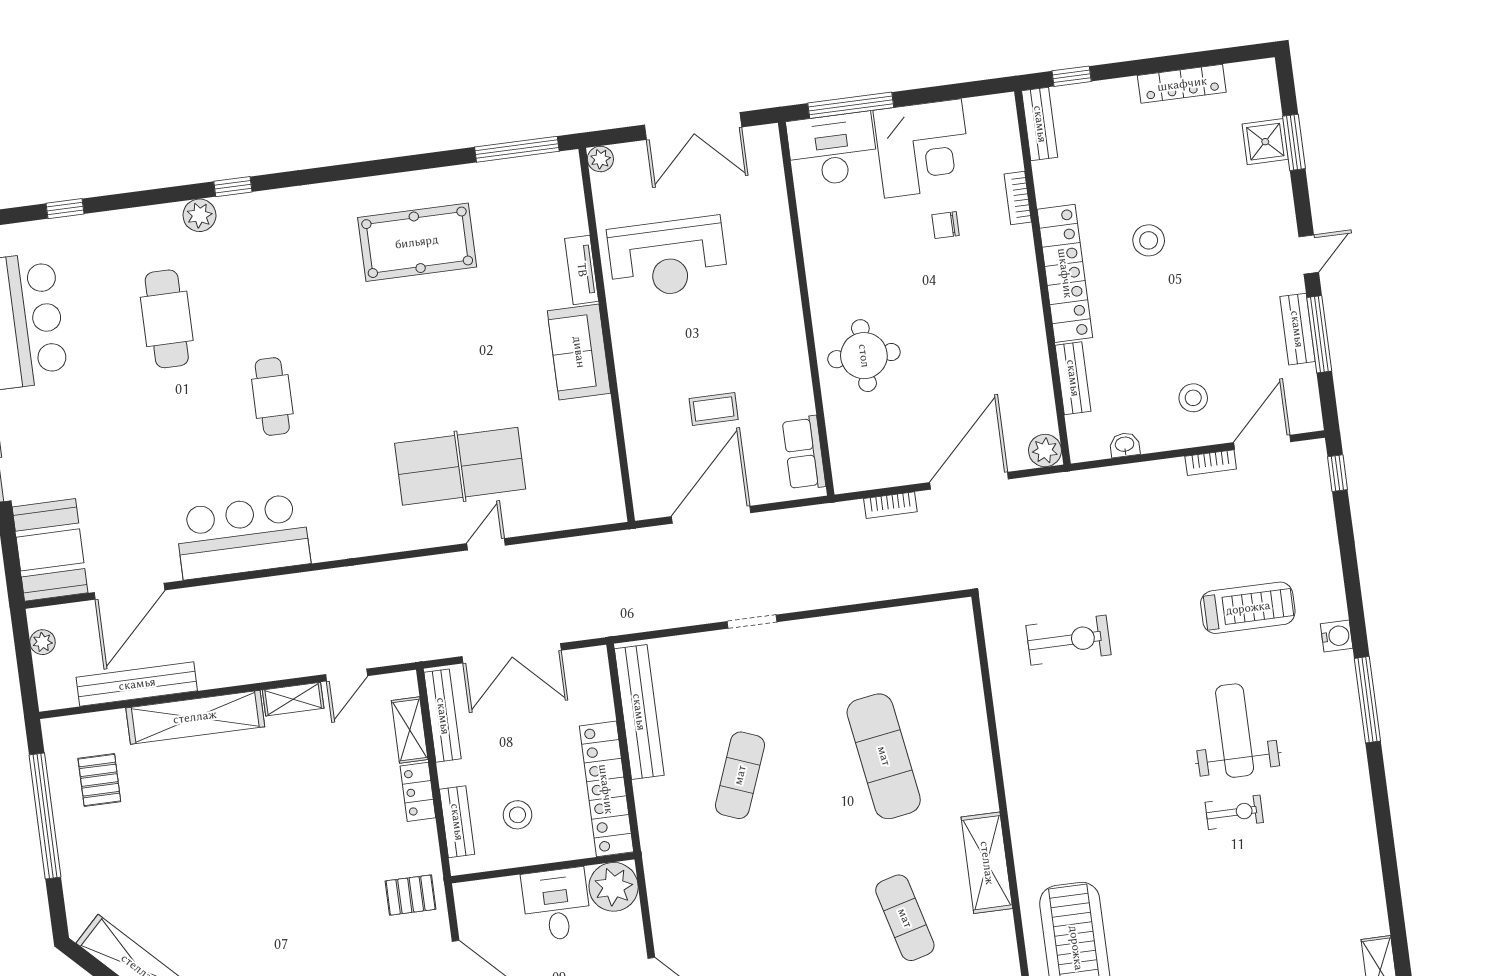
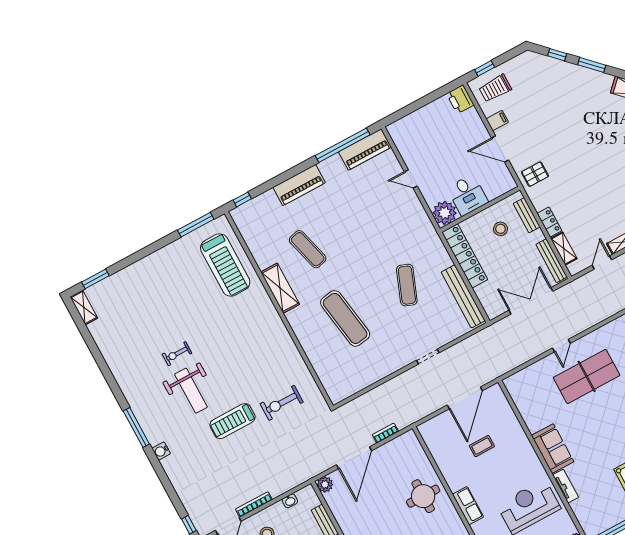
row of seats: (804, 453) -> (468, 506), moved
bookcase: (1211, 463) -> (254, 504), width x1.56
treadmill: (1248, 608) -> (233, 421), moved

